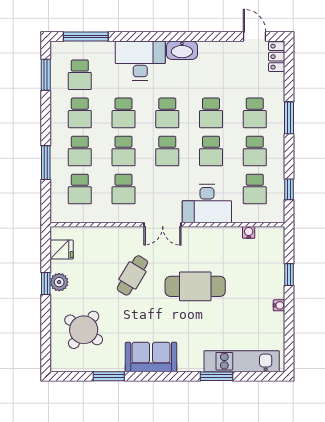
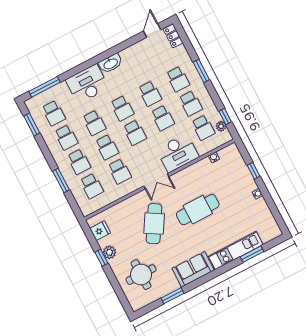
door: (255, 37) -> (152, 30), hinge flipped
plant: (278, 199) -> (221, 126), added
cafe table: (132, 275) -> (154, 224), width x1.37, depth x1.35
round table: (84, 330) -> (141, 275), turned -36
kitchen unit: (242, 361) -> (236, 251), moved
window: (217, 376) -> (252, 254), moved

